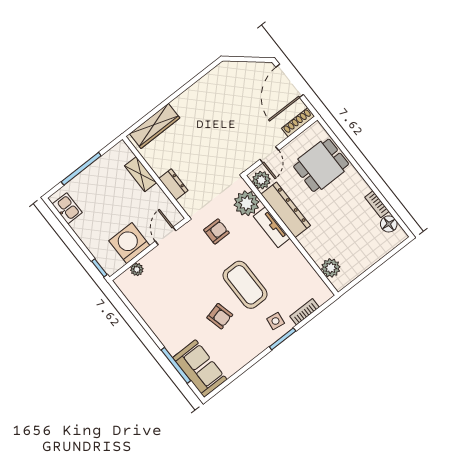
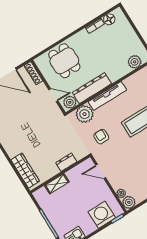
tv unit: (272, 227) -> (107, 96), width x1.41
washing machine: (129, 243) -> (102, 215), moved, turned 90
plant: (125, 282) -> (129, 202), added

